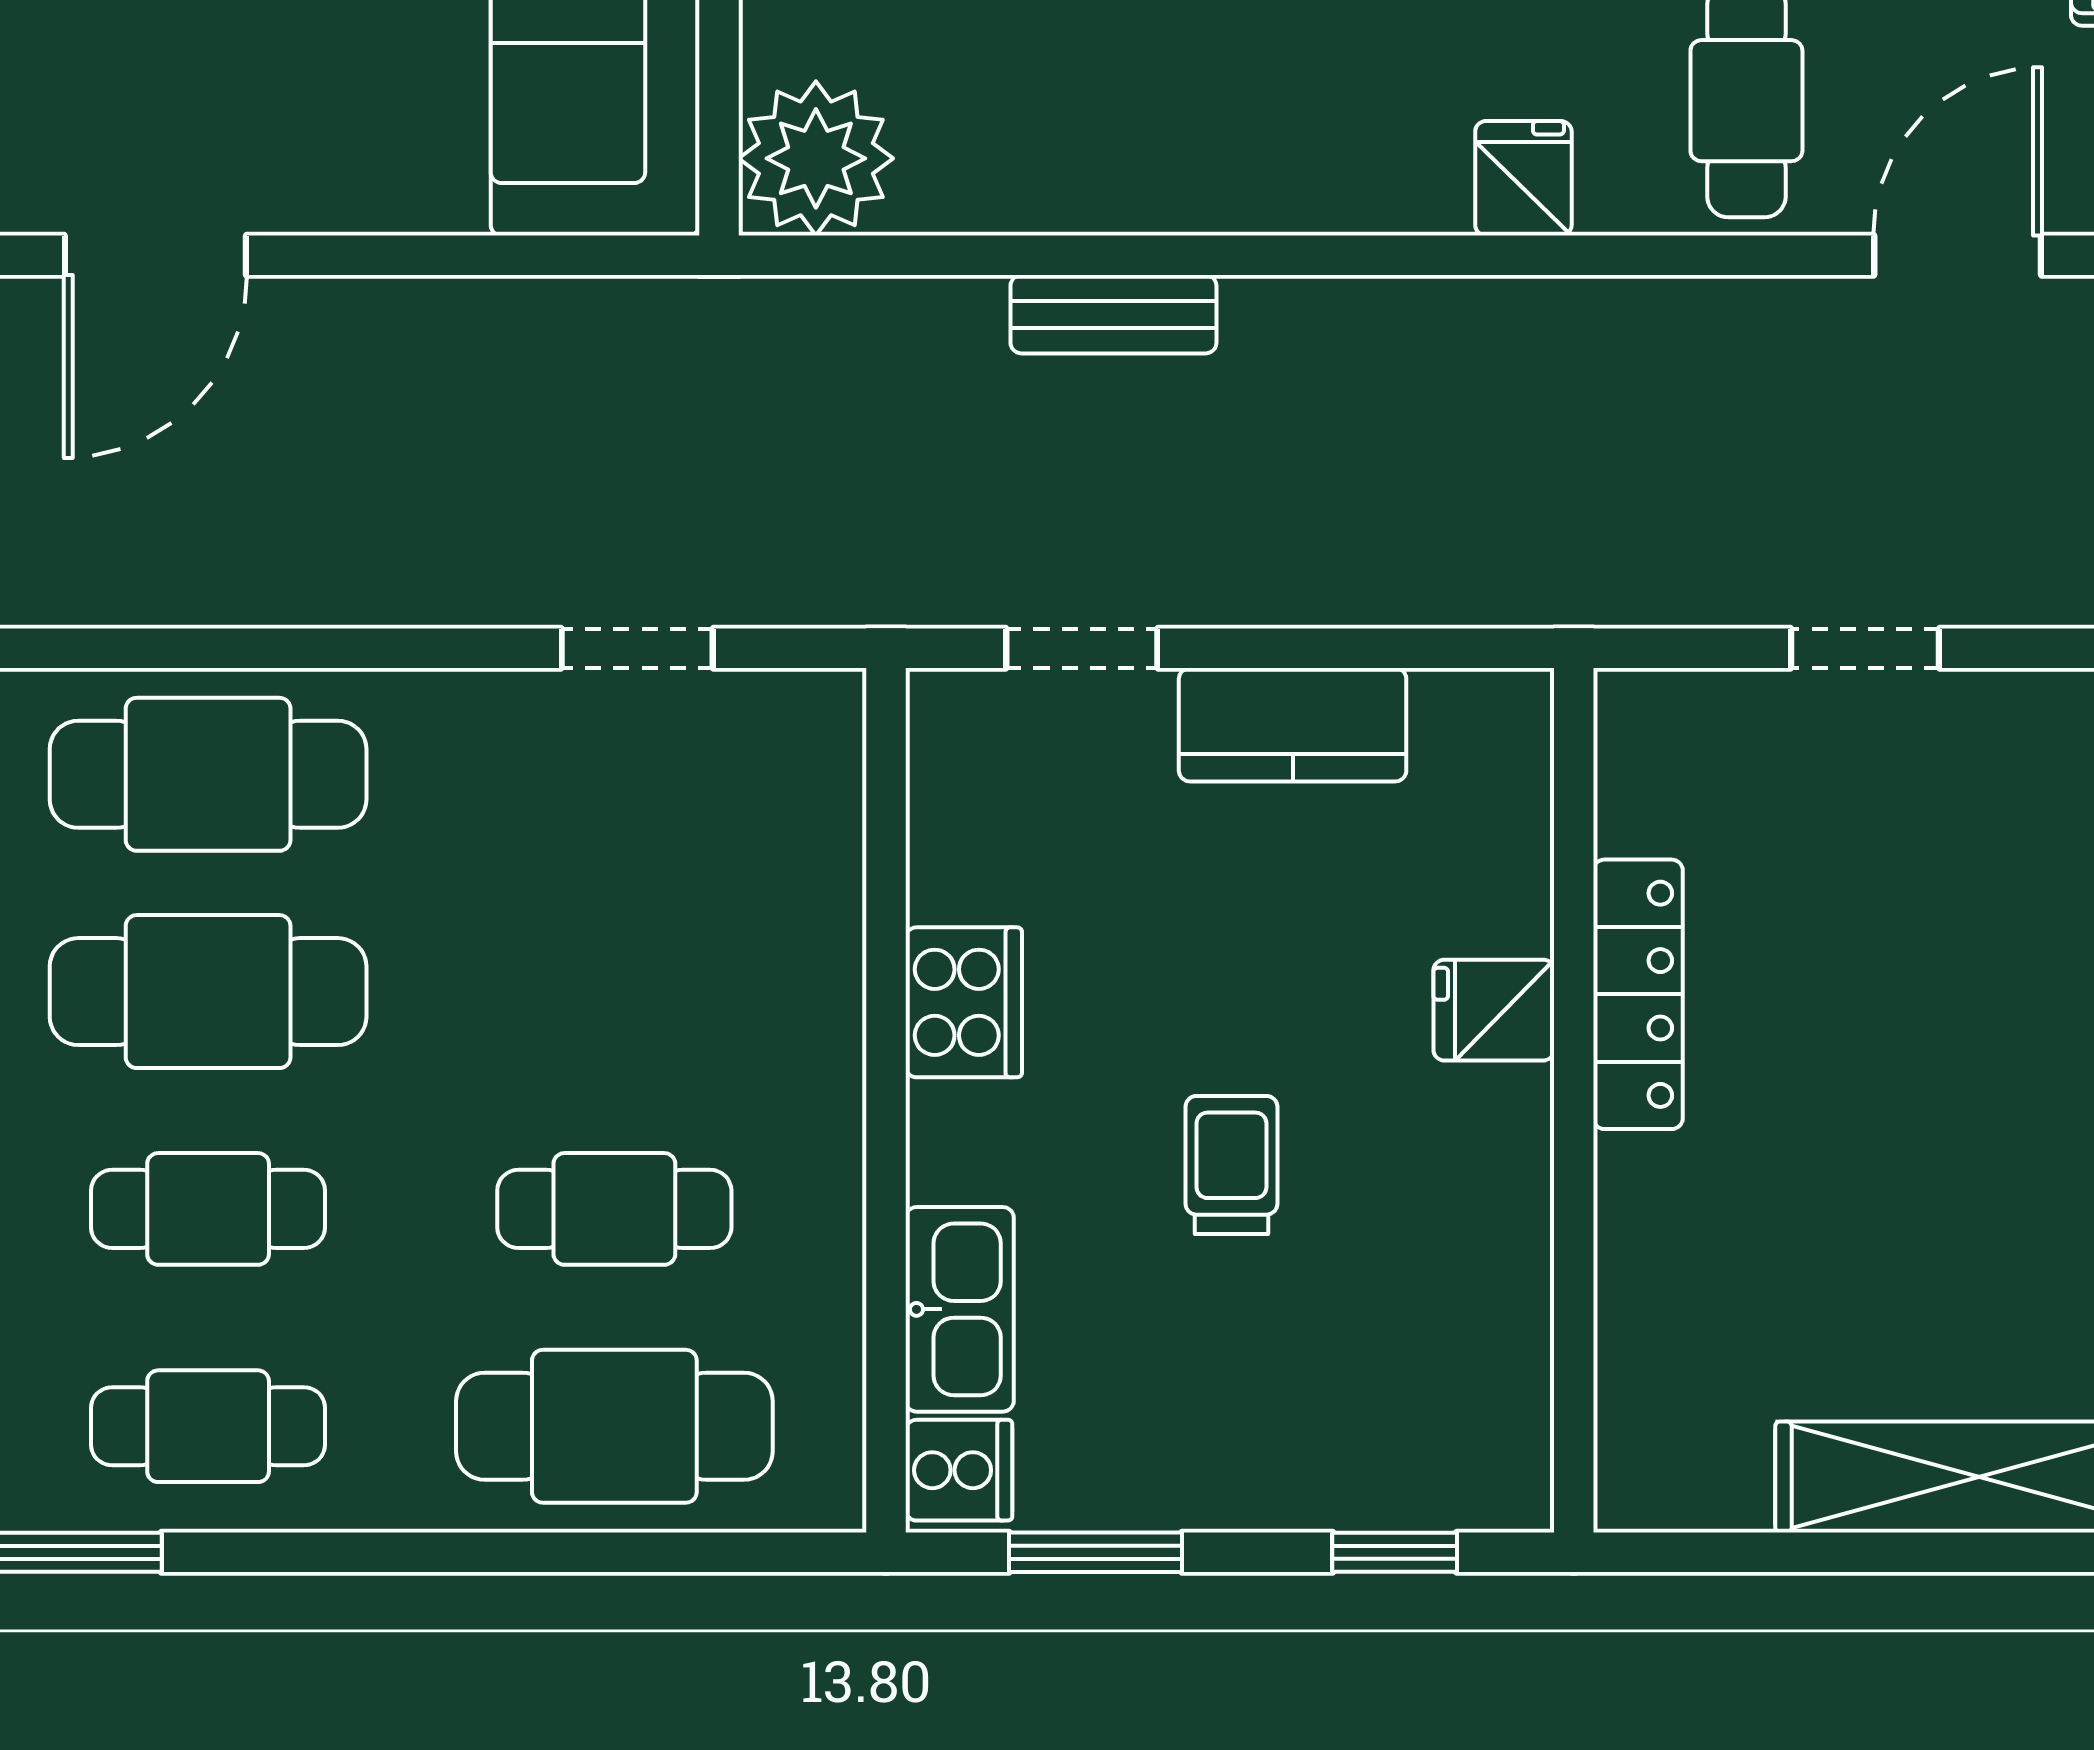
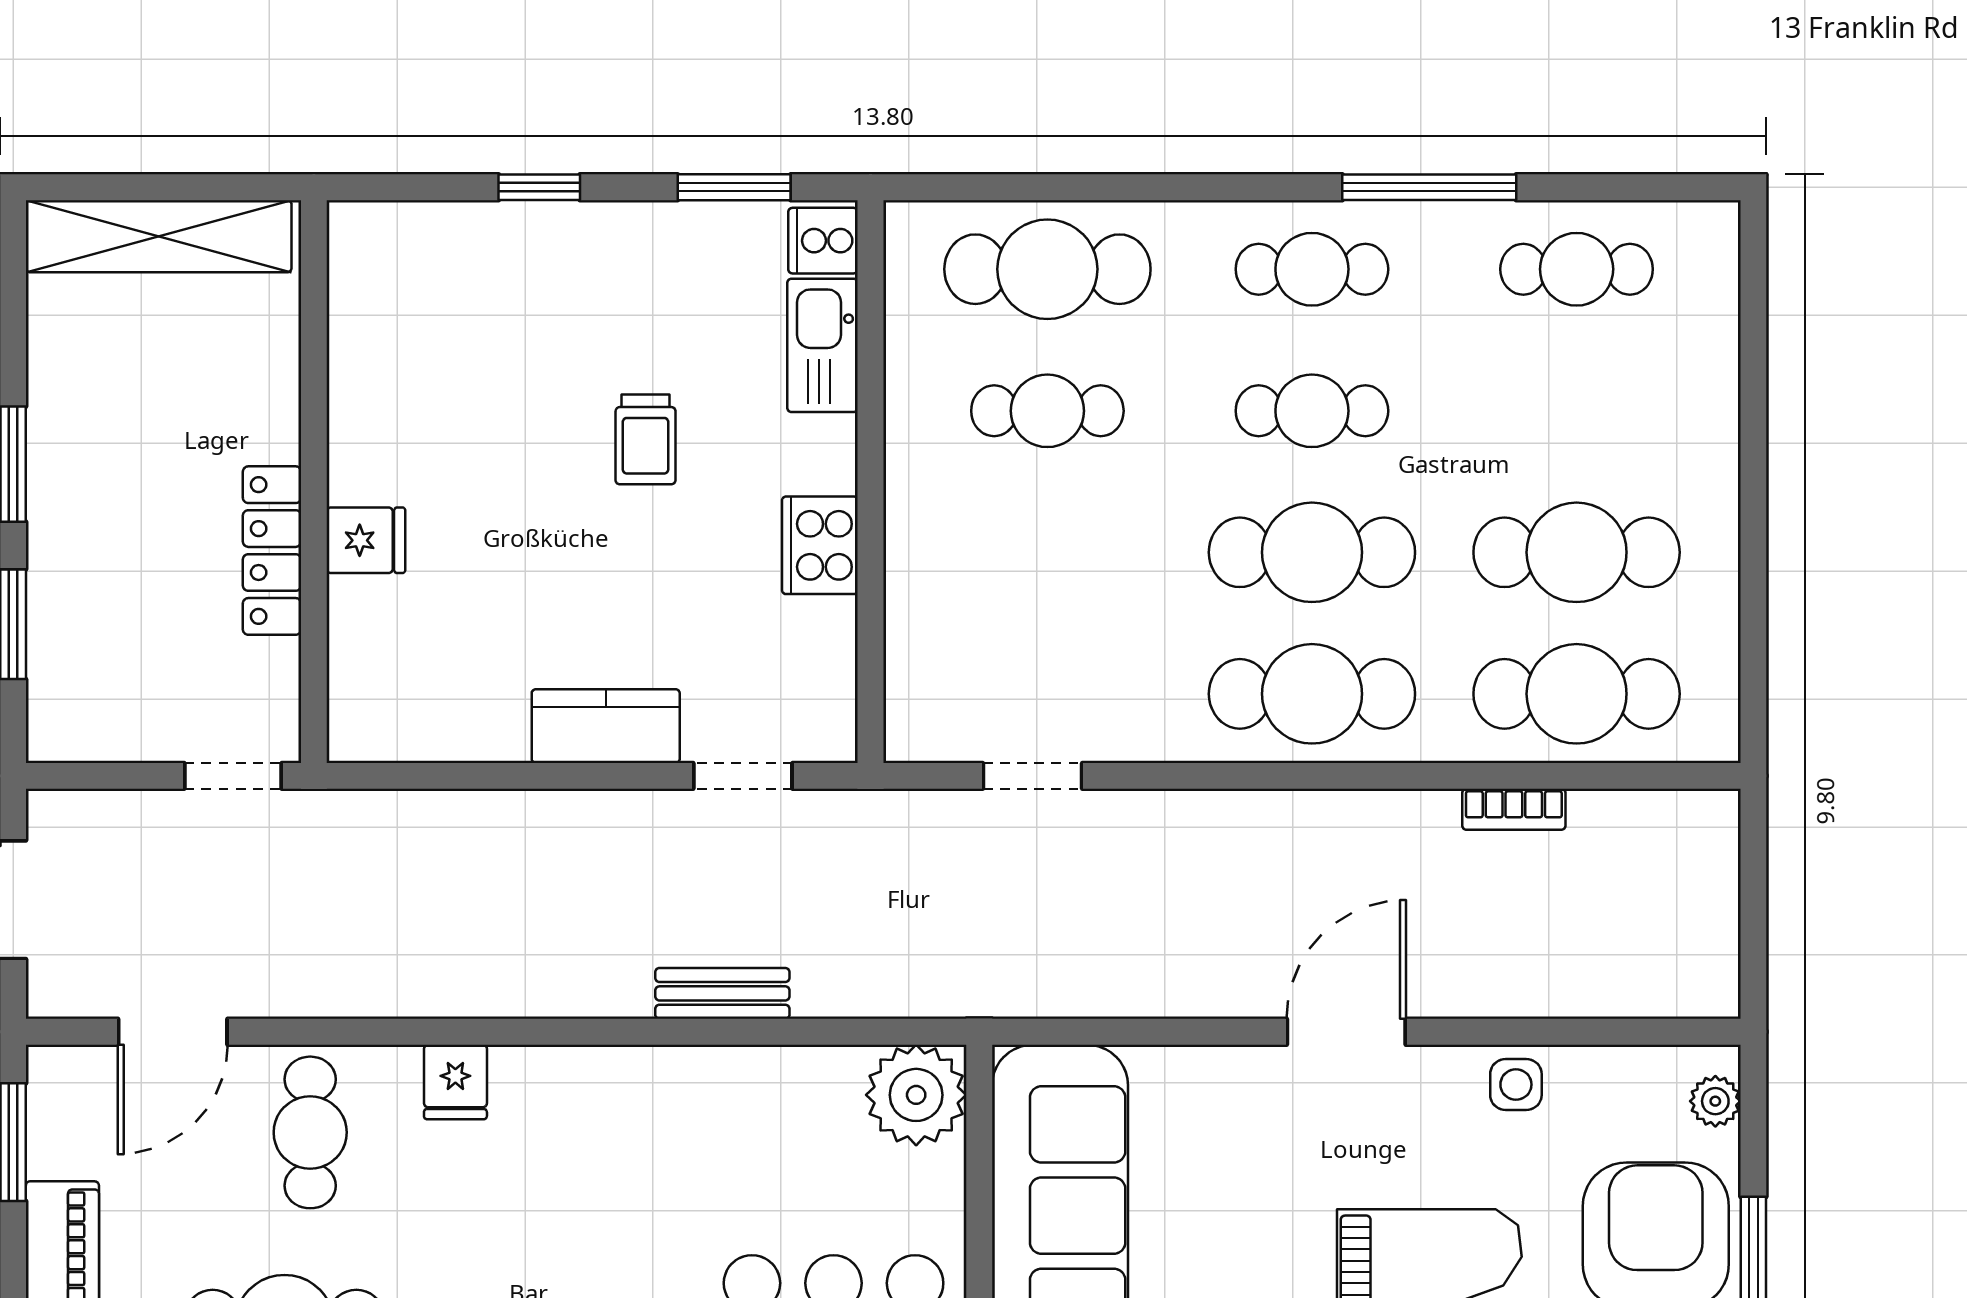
locker: (1638, 994) -> (272, 551), moved
fridge: (1494, 1010) -> (366, 540), moved
wall: (1574, 1100) -> (314, 482), moved

